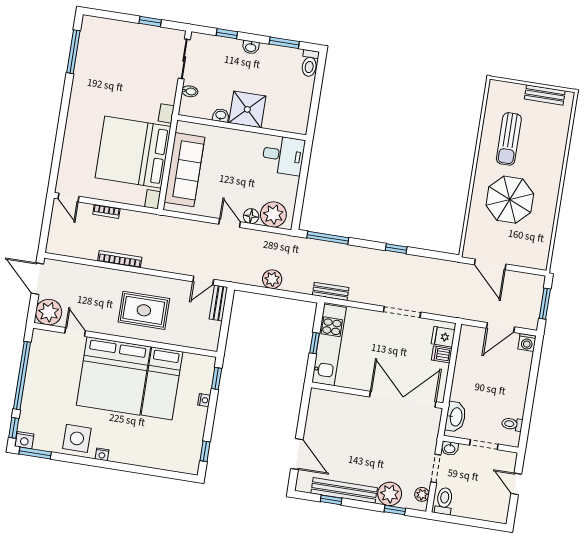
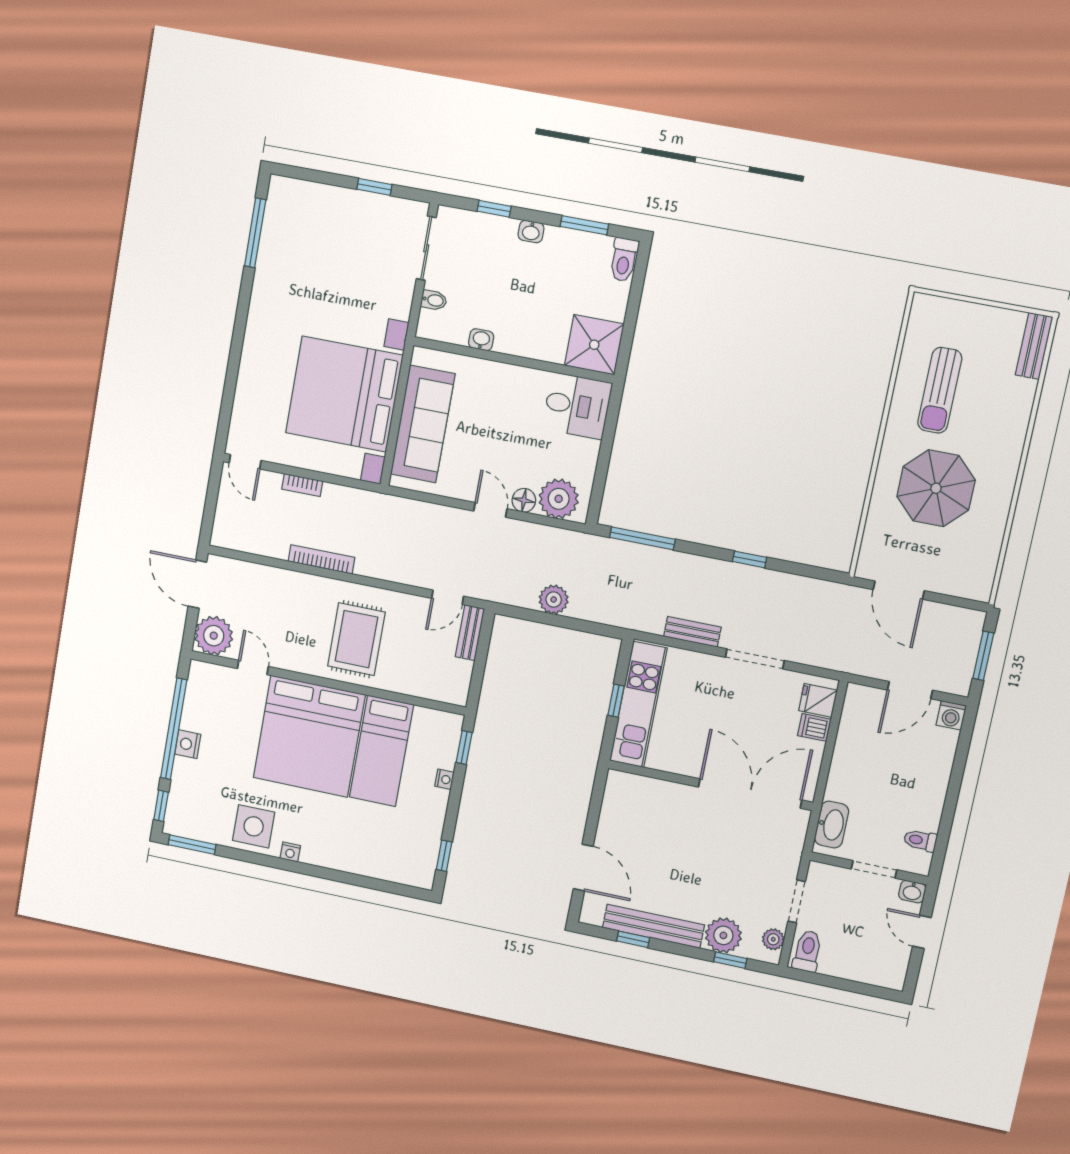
bench: (545, 95) -> (1034, 346), moved, turned 90
shower: (247, 109) -> (594, 345), moved
bench: (331, 291) -> (692, 632), moved
rug: (144, 310) -> (356, 639), turned 90
nightstand: (25, 440) -> (188, 744), moved, turned 90
washbasin: (450, 448) -> (912, 892), moved

